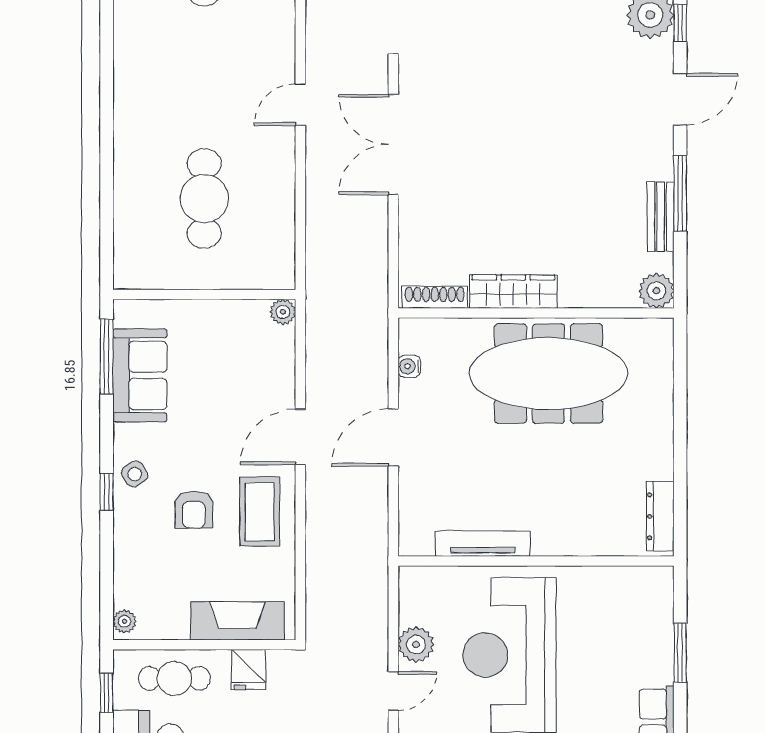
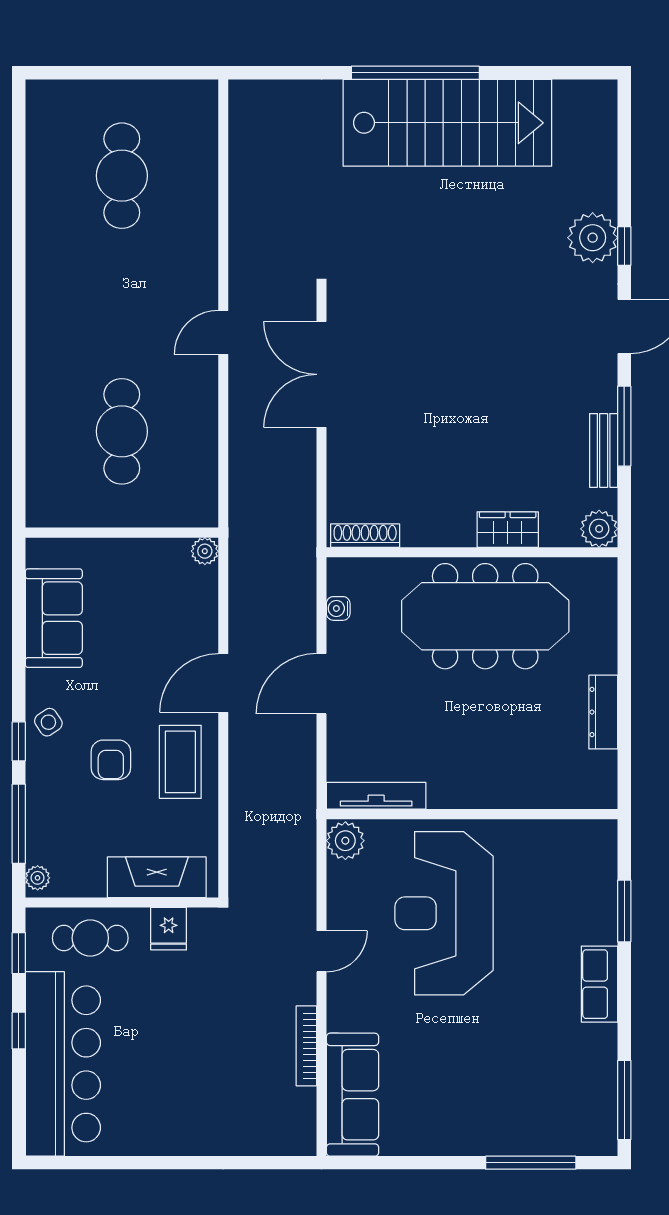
wardrobe: (513, 292) -> (508, 530), moved, width x0.67
window: (107, 357) -> (19, 824), moved
dresser: (660, 516) -> (603, 712), moved
tv unit: (483, 544) -> (376, 796), moved
plant: (416, 644) -> (345, 841), moved

